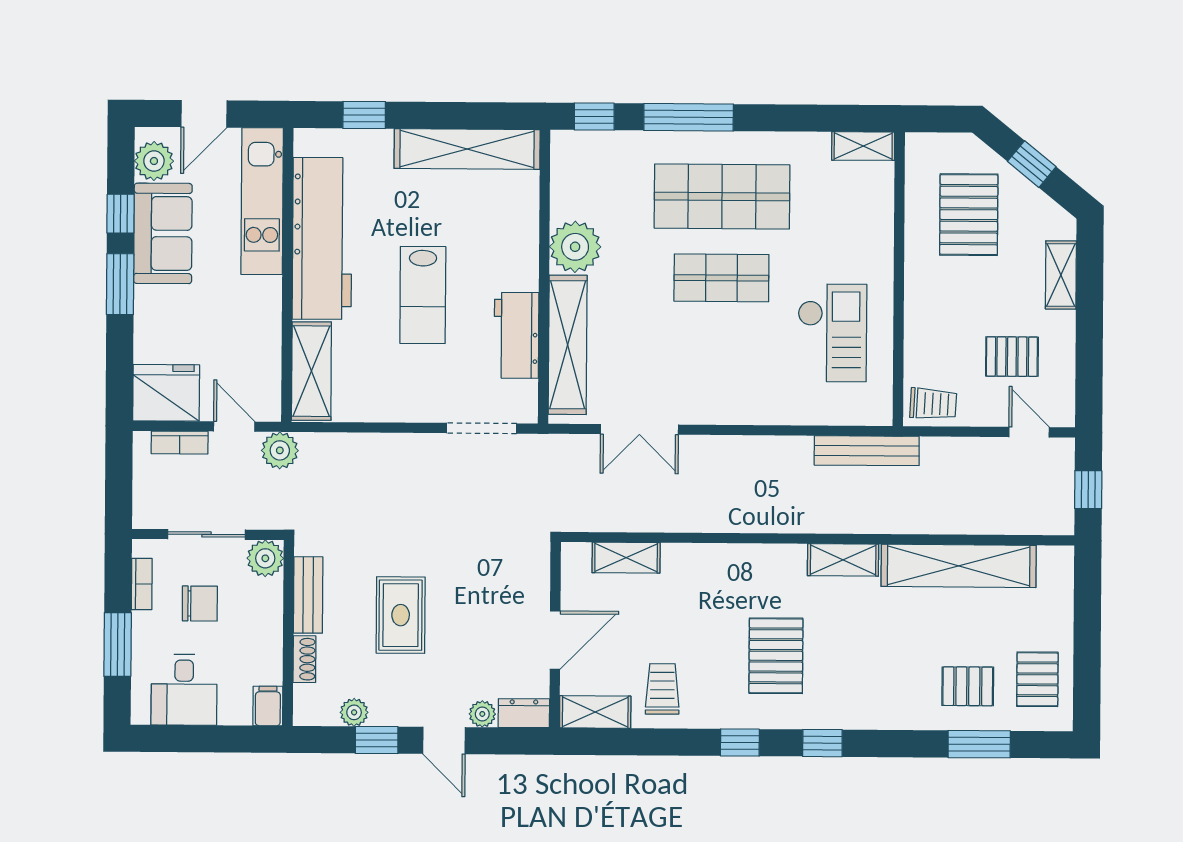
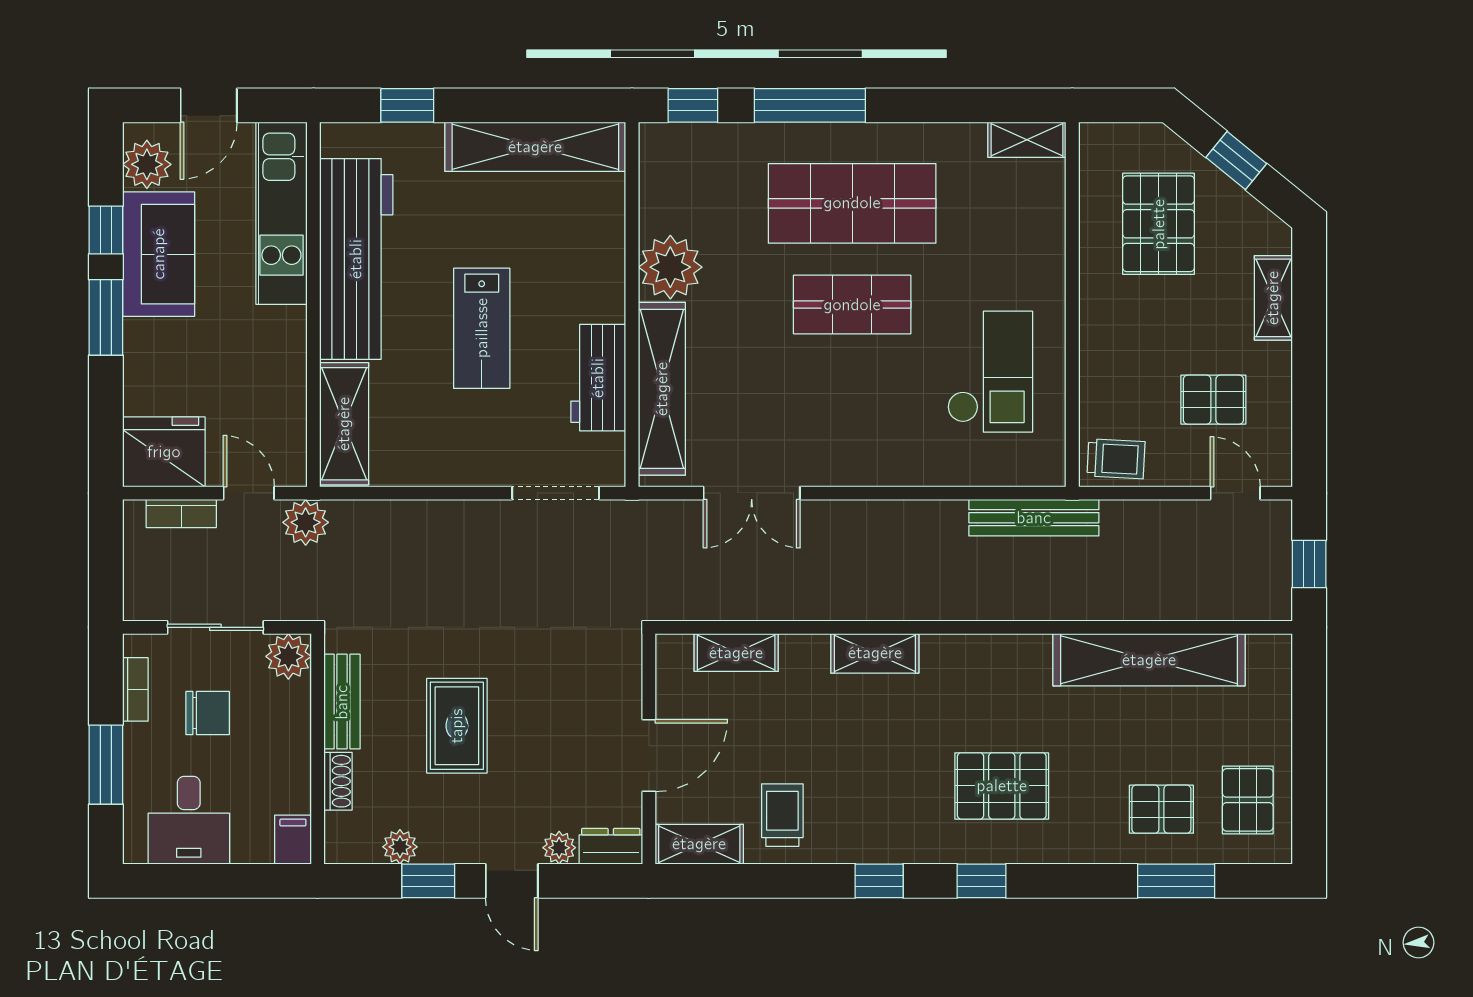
shelving: (843, 560) -> (875, 653), moved
pallet: (776, 656) -> (1002, 786), moved, turned 90

